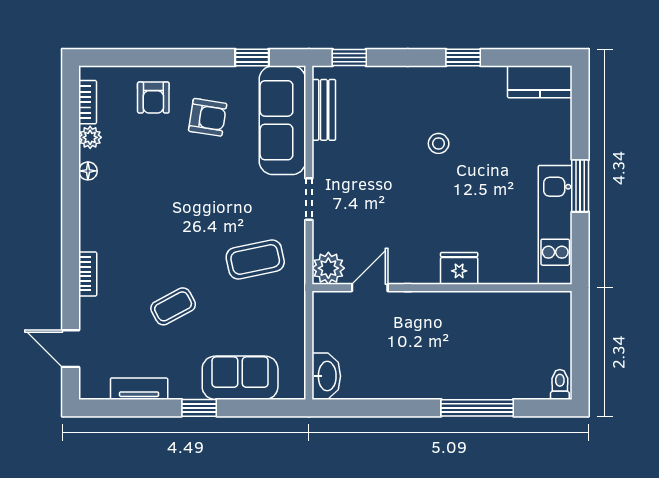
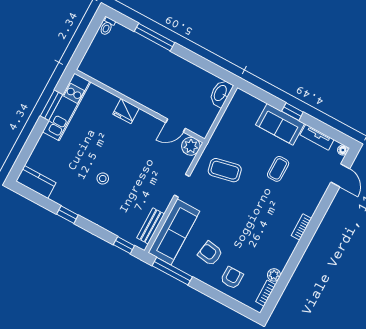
window: (252, 57) -> (172, 271), width x2.17
floor lamp: (88, 171) -> (343, 150), moved
window: (580, 186) -> (52, 105), moved
bookcase: (88, 274) -> (301, 227), moved
coffee table: (173, 306) -> (278, 169), turned -62
sofa: (240, 378) -> (280, 124), moved

